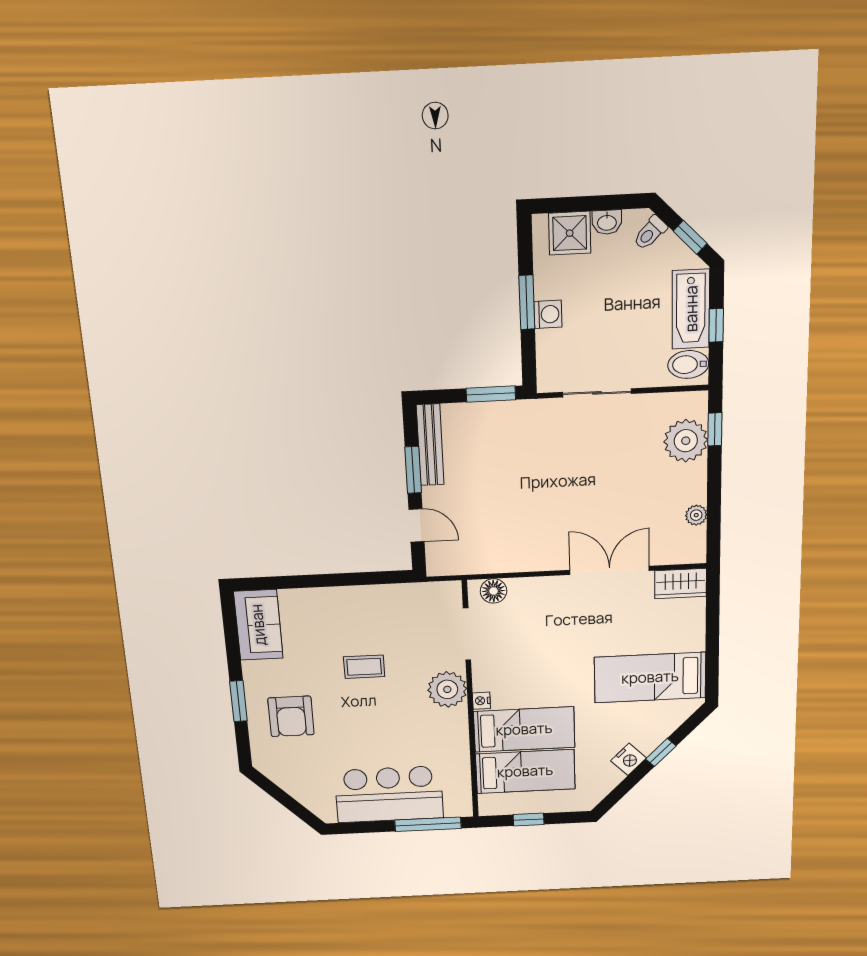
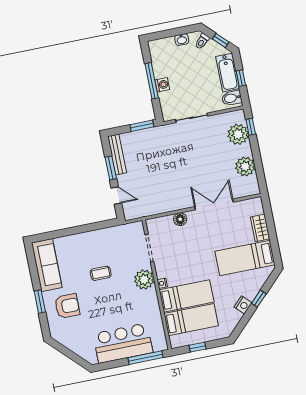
shower: (570, 233) -> (166, 47), removed
window: (527, 302) -> (152, 81), width x1.44
plant: (696, 515) -> (245, 166), width x1.87, depth x1.87
wardrobe: (681, 584) -> (260, 228), moved, turned 90
floor lamp: (494, 591) -> (180, 219), moved
sofa: (258, 625) -> (47, 265), width x1.36
armchair: (291, 716) -> (67, 306), turned -90

